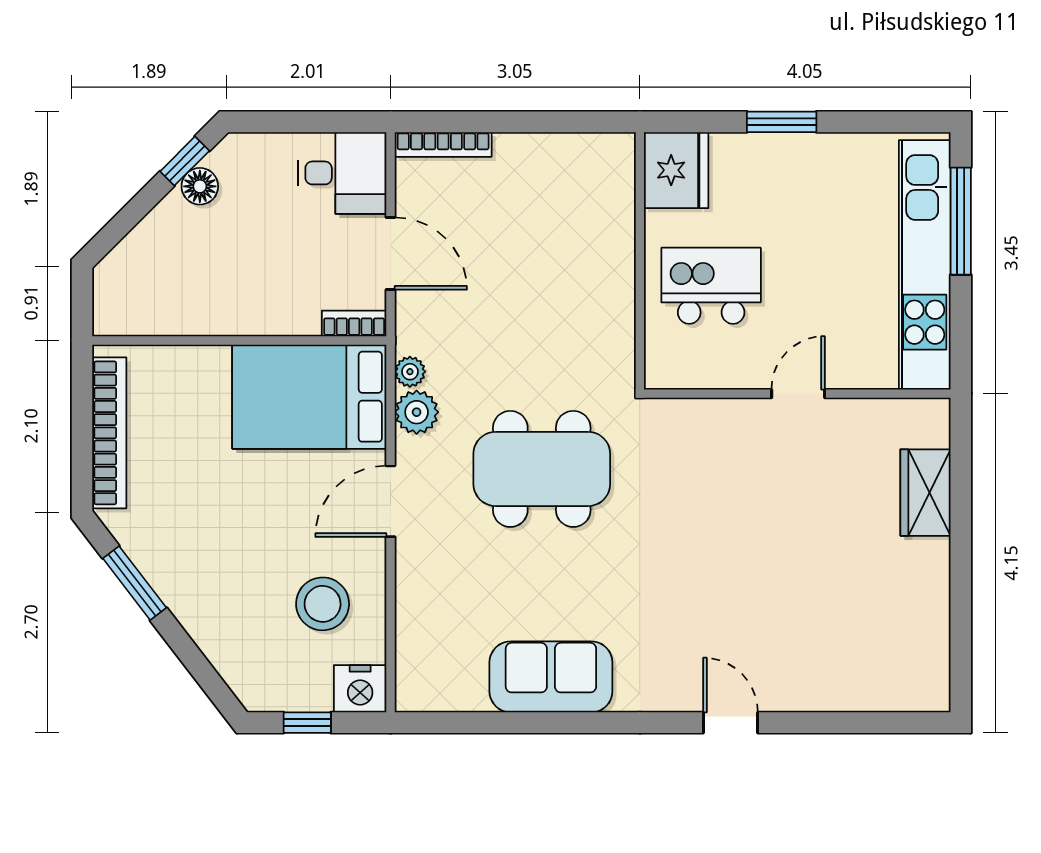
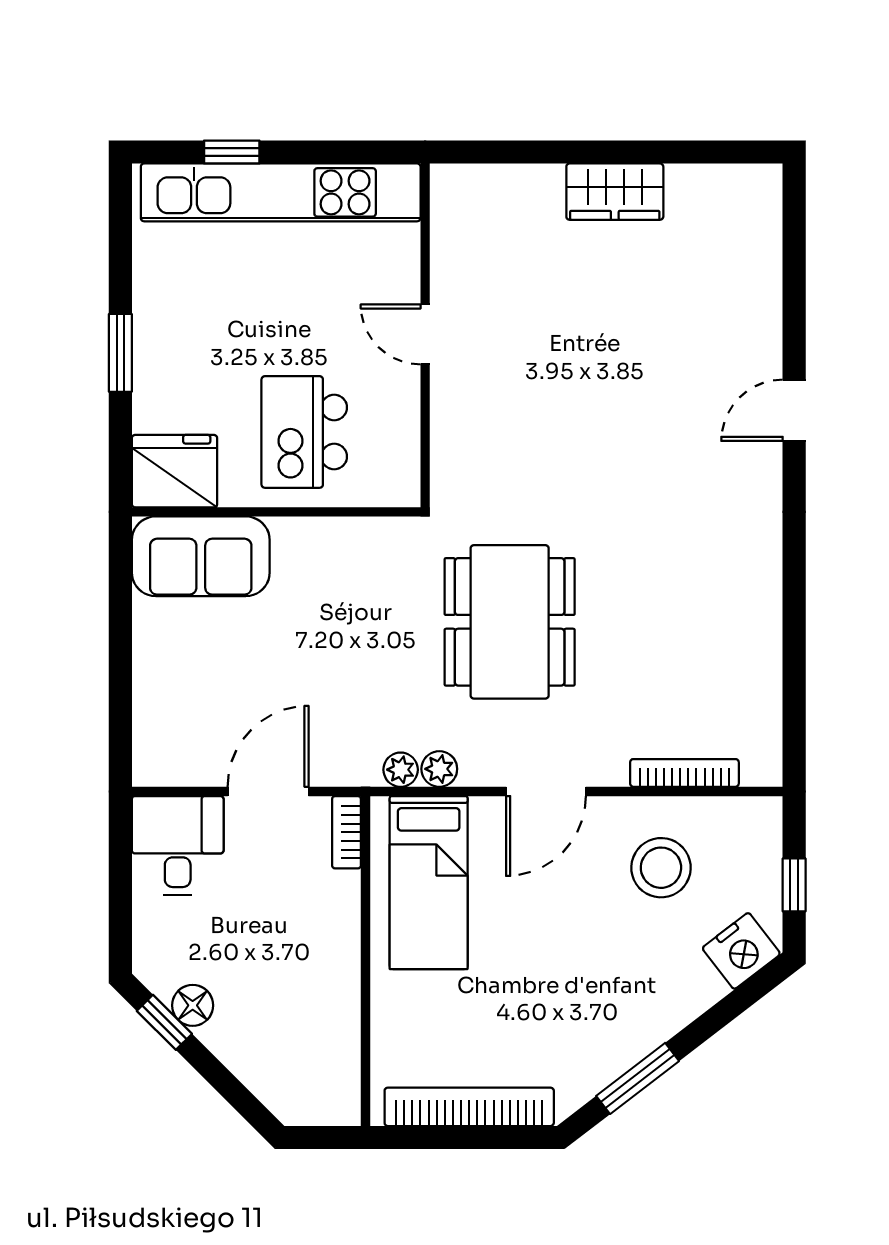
bookcase: (443, 144) -> (684, 773), moved, turned -90
window: (961, 221) -> (232, 152), width x0.46
bed: (309, 397) -> (429, 883), width x0.67
plant: (417, 412) -> (439, 769), width x0.73, depth x0.73
wardrobe: (925, 493) -> (615, 192), moved
door: (391, 501) -> (546, 791), hinge flipped
sofa: (551, 677) -> (201, 556), moved, turned -90
nightstand: (360, 689) -> (741, 951), moved, turned 52

